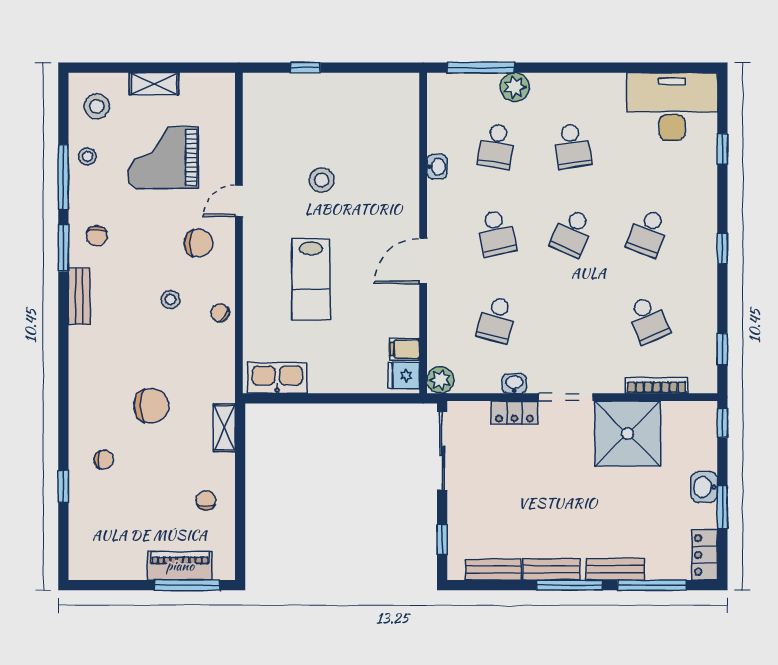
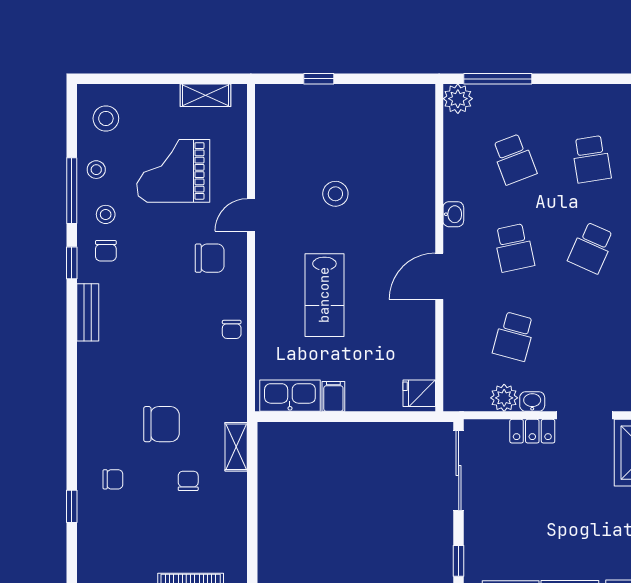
shelving: (154, 84) -> (205, 95), moved
plant: (515, 87) -> (458, 99), moved
school desk: (496, 146) -> (514, 159), turned -30
washbasin: (437, 167) -> (453, 214), moved
window: (63, 248) -> (72, 263), width x0.67
stool: (170, 299) -> (106, 214), moved
chair: (220, 313) -> (232, 329), turned -126
filing cabinet: (405, 349) -> (333, 396), moved, turned 90
plant: (440, 380) -> (504, 398), moved
chair: (206, 500) -> (188, 481), moved

